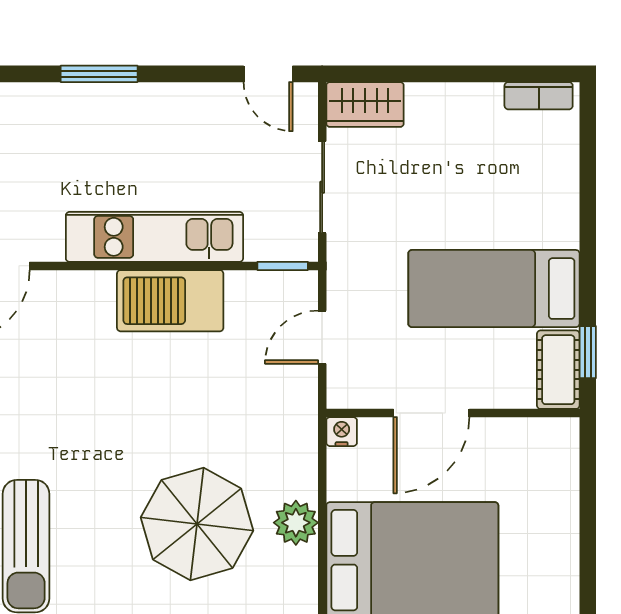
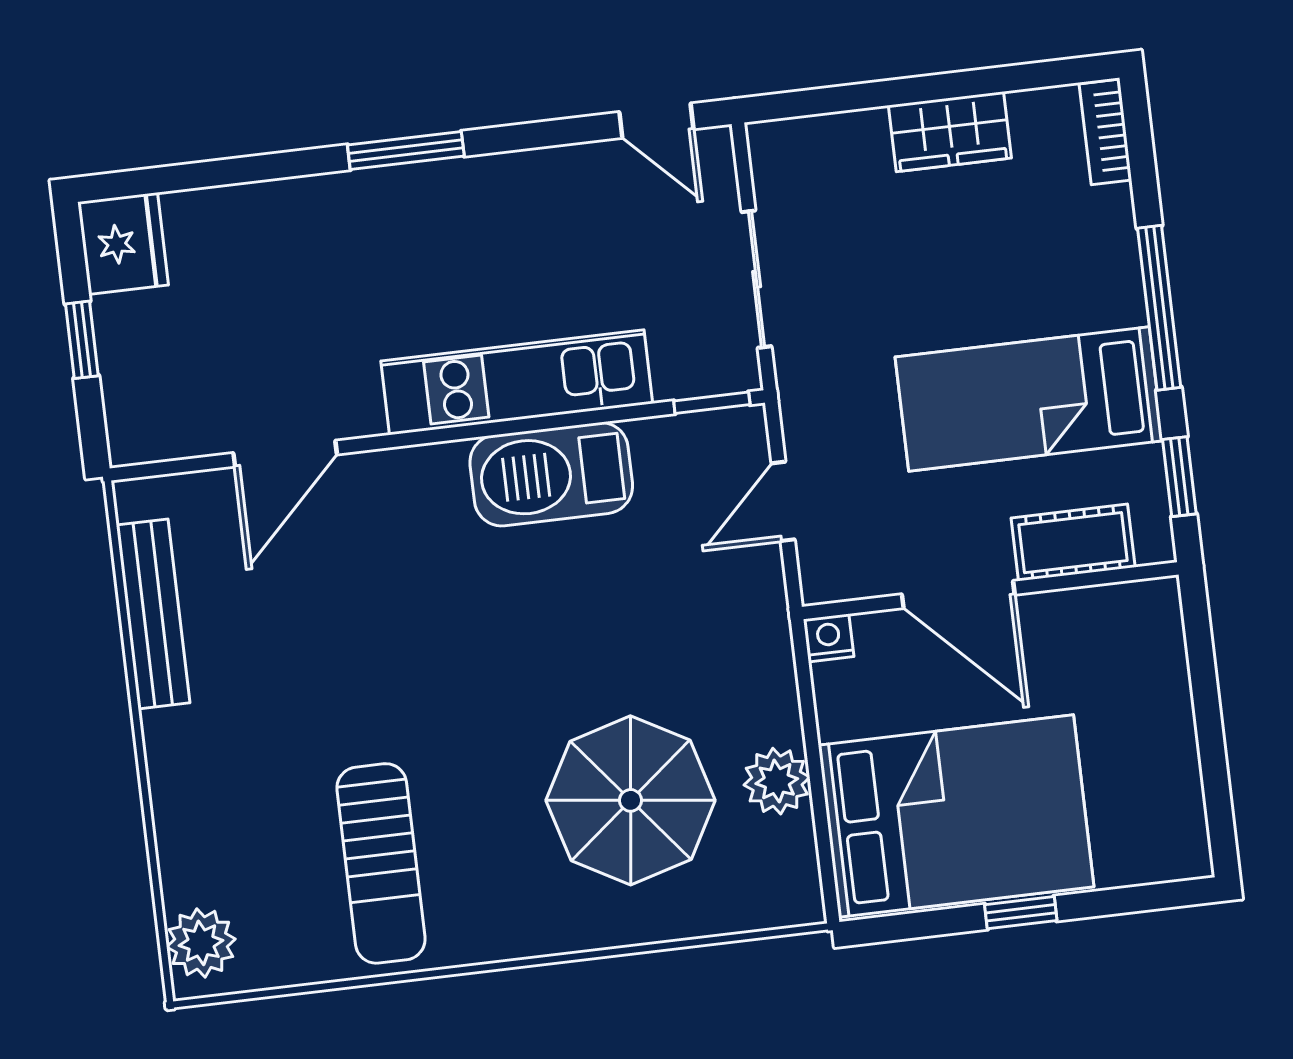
bookcase: (539, 96) -> (1105, 132), moved, turned 90
wardrobe: (365, 104) -> (950, 132), moved
window: (588, 238) -> (1159, 308), added
cot: (558, 370) -> (1073, 543), moved, turned 90
door: (431, 413) -> (958, 595), hinge flipped

